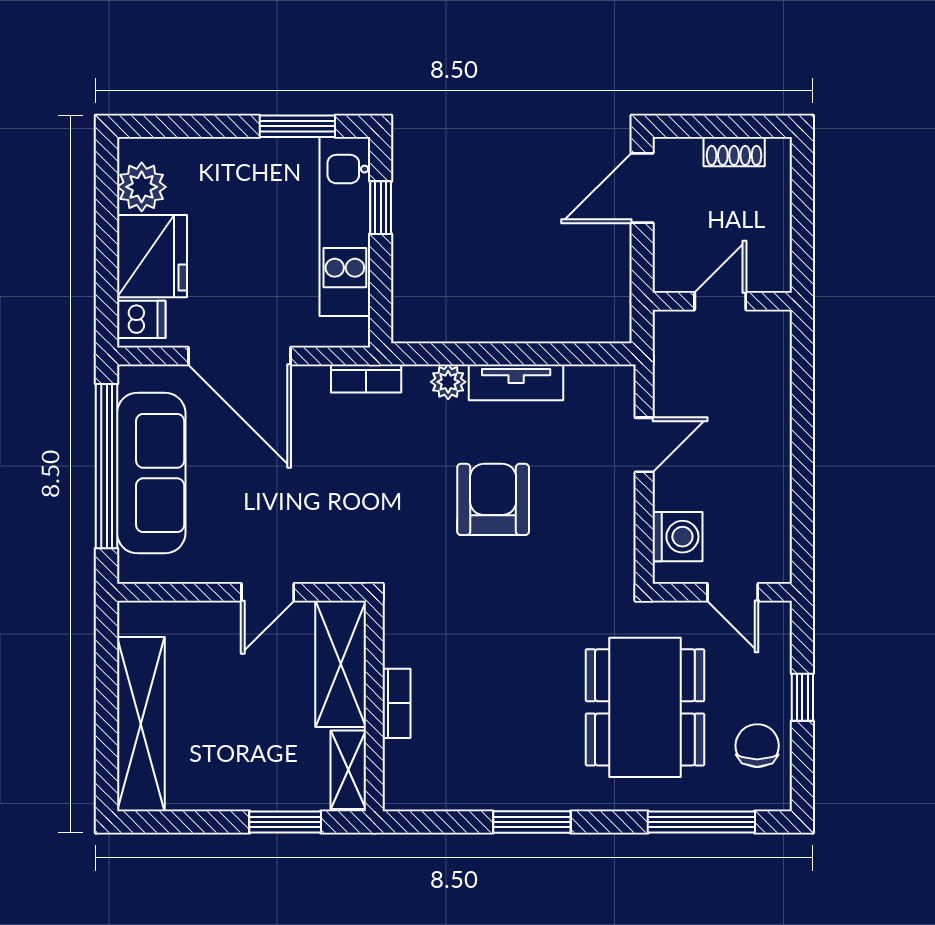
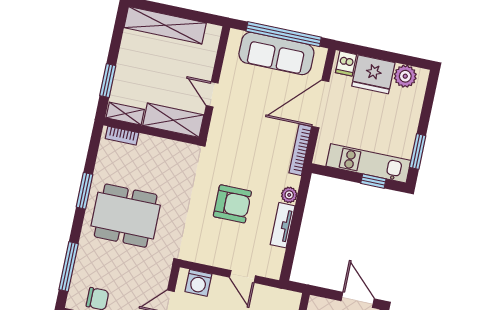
bookcase: (366, 379) -> (300, 150), width x1.56
bookcase: (397, 703) -> (122, 136), moved
dining table: (645, 707) -> (126, 216), moved

